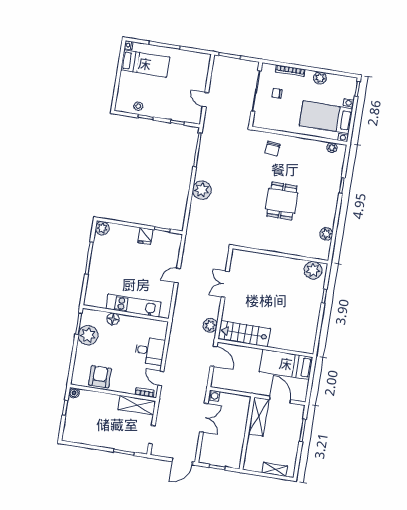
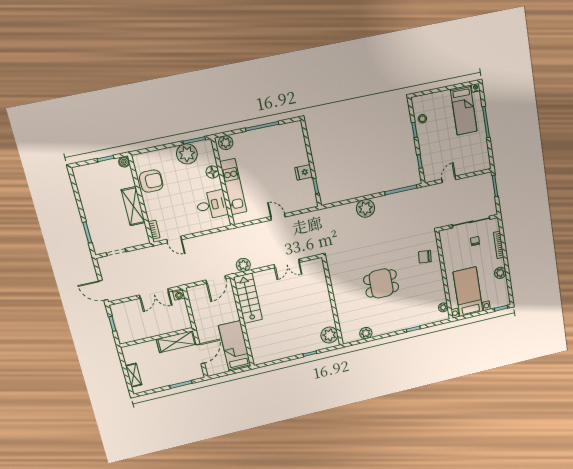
plant: (102, 228) -> (226, 143), moved
double door: (225, 284) -> (287, 263), swing flipped
desk: (150, 351) -> (212, 205), moved, turned -90
door: (161, 378) -> (174, 239), swing flipped
shelving: (137, 405) -> (133, 206), moved

